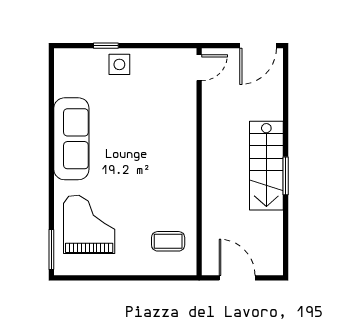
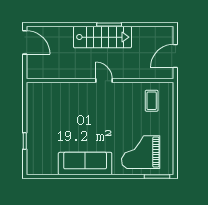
side table: (119, 64) -> (37, 132), removed
door: (199, 68) -> (104, 81), moved

